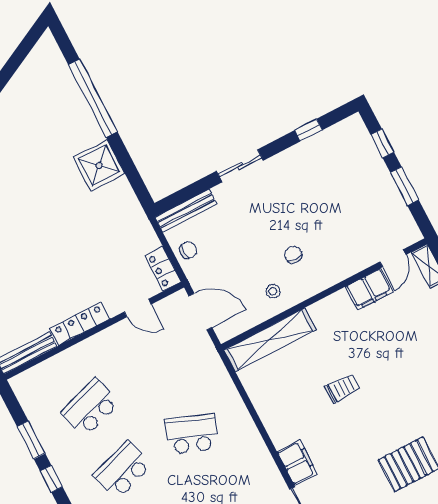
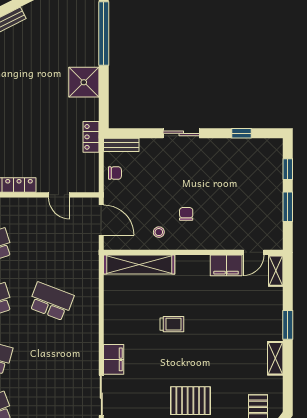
bench: (186, 211) -> (121, 145), width x0.73
locker: (163, 269) -> (91, 137), moved

